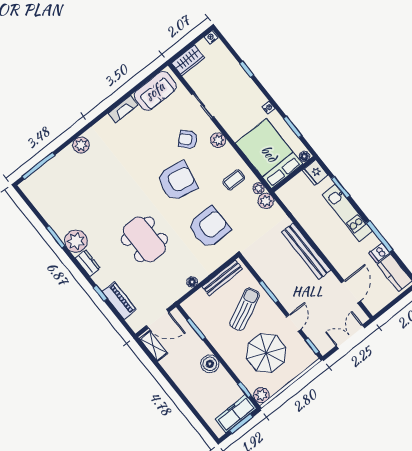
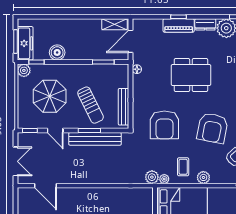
plant: (218, 140) -> (203, 177), moved
bench: (306, 251) -> (95, 139), moved
floor lamp: (192, 282) -> (137, 69), moved
piano: (119, 301) -> (179, 25), moved
boiler: (210, 364) -> (57, 52), moved

